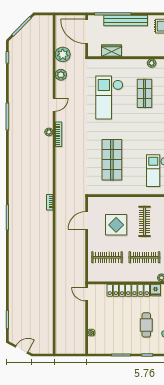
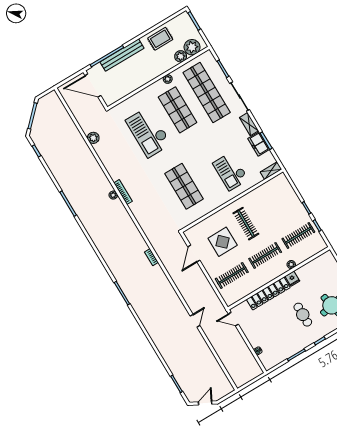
wardrobe: (112, 51) -> (125, 89), removed
plant: (63, 54) -> (84, 119), removed
shop shelf: (144, 93) -> (178, 110), width x1.43, depth x1.36
door: (54, 105) -> (195, 321), moved

